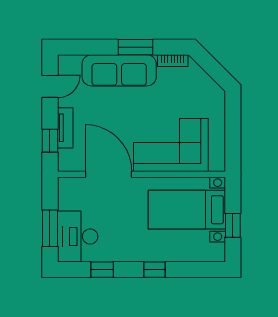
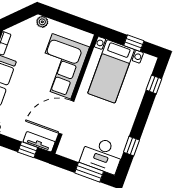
plant: (218, 100) -> (42, 22), added
tv unit: (65, 128) -> (39, 142), moved
window: (154, 270) -> (154, 84), moved

